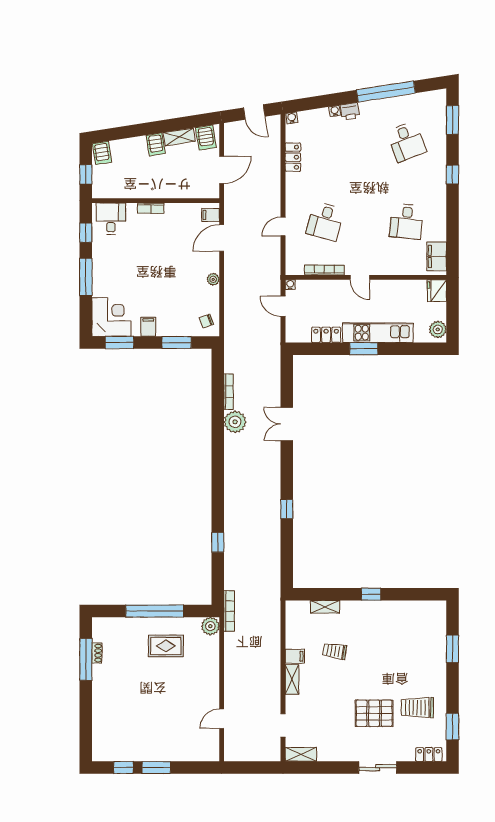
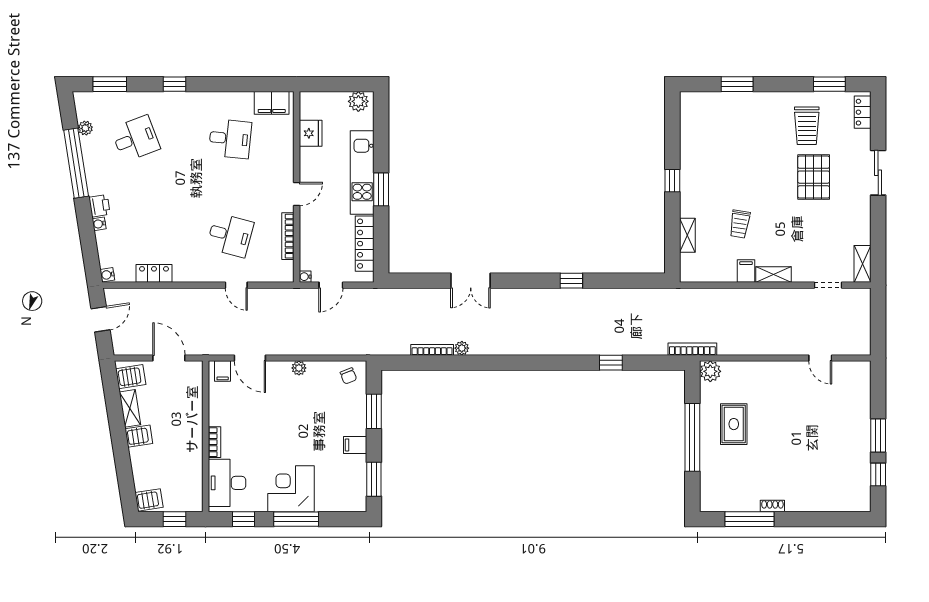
plant: (415, 99) -> (85, 128), added
desk: (111, 219) -> (227, 483), width x1.37
fridge: (437, 291) -> (311, 133), moved, turned -90
corner desk: (111, 317) -> (291, 489), moved
locker: (326, 335) -> (365, 244), width x1.53
plant: (235, 422) -> (462, 348), width x0.53, depth x0.53
shoe rack: (97, 653) -> (772, 506), moved

